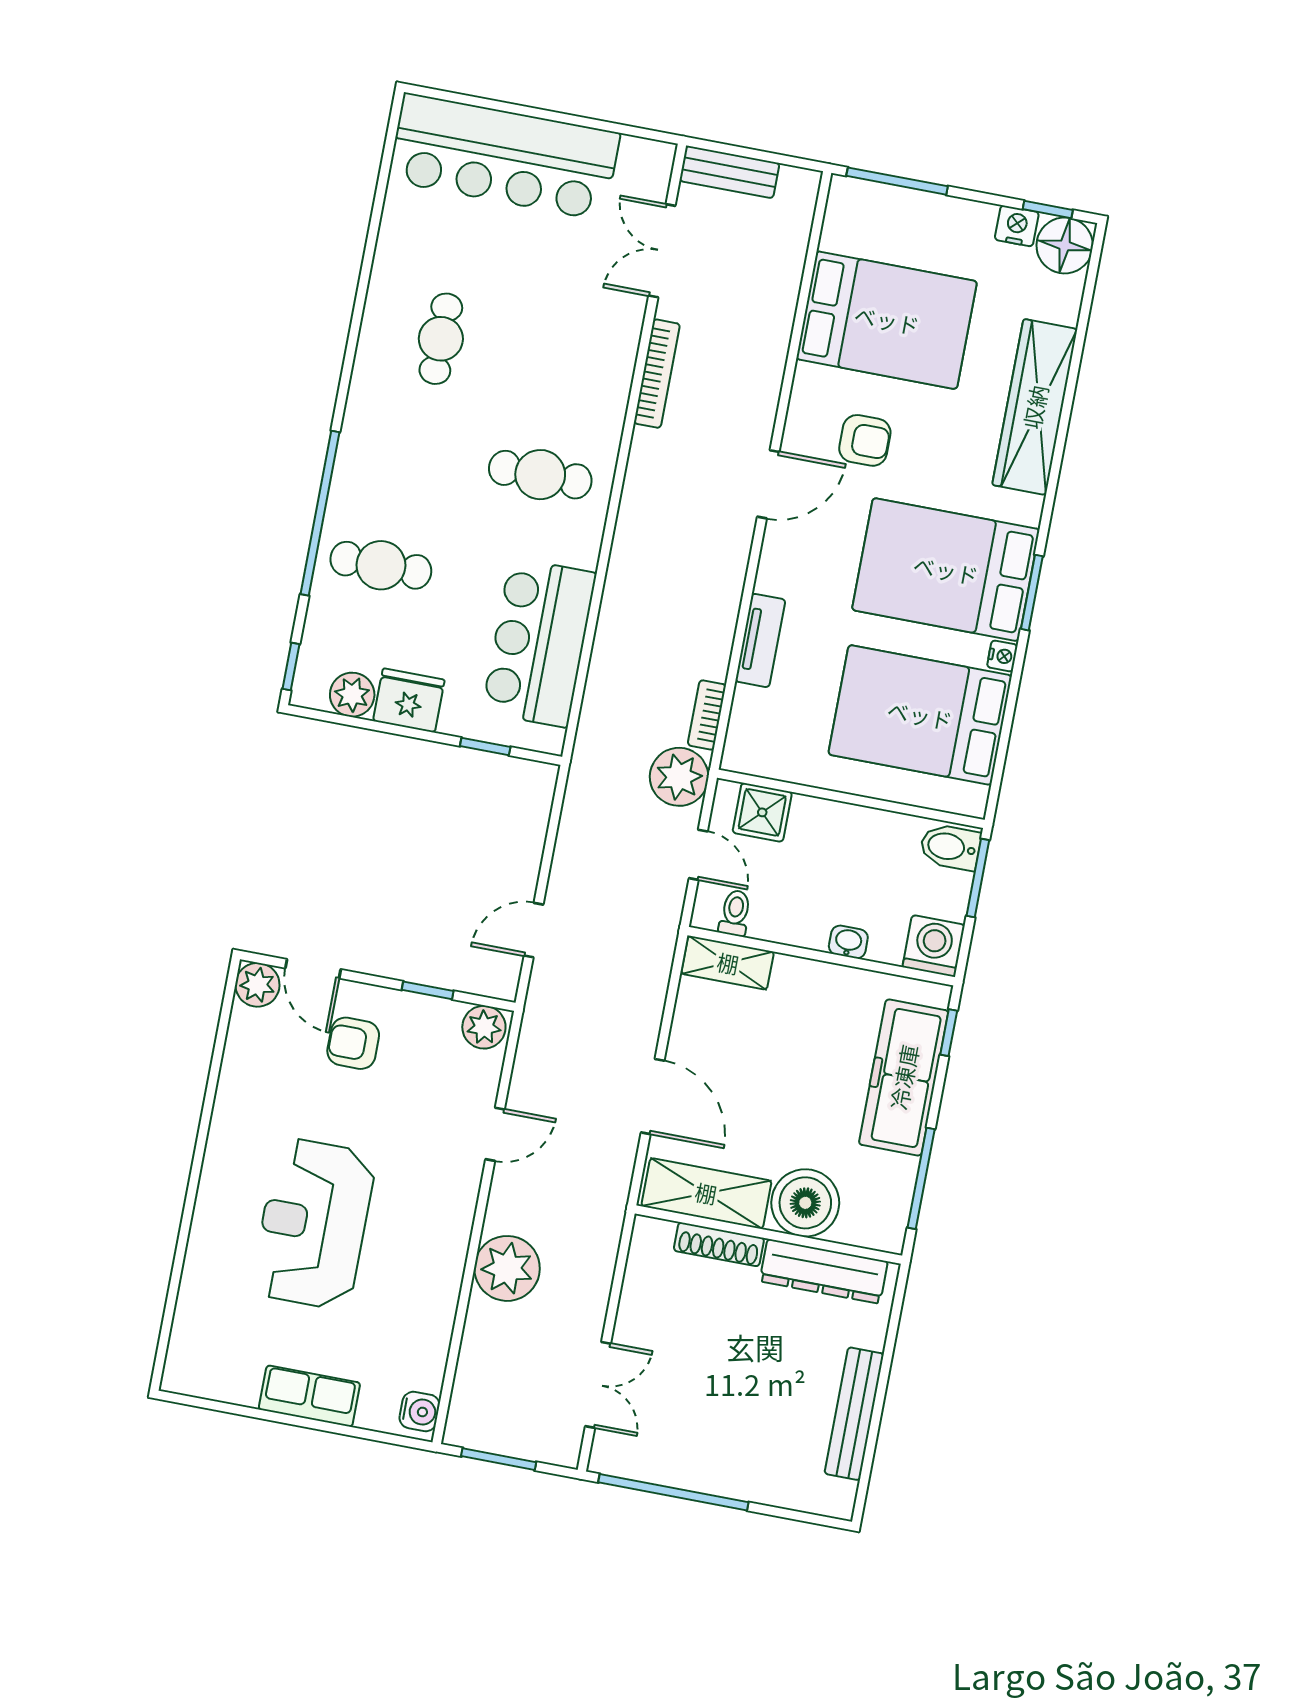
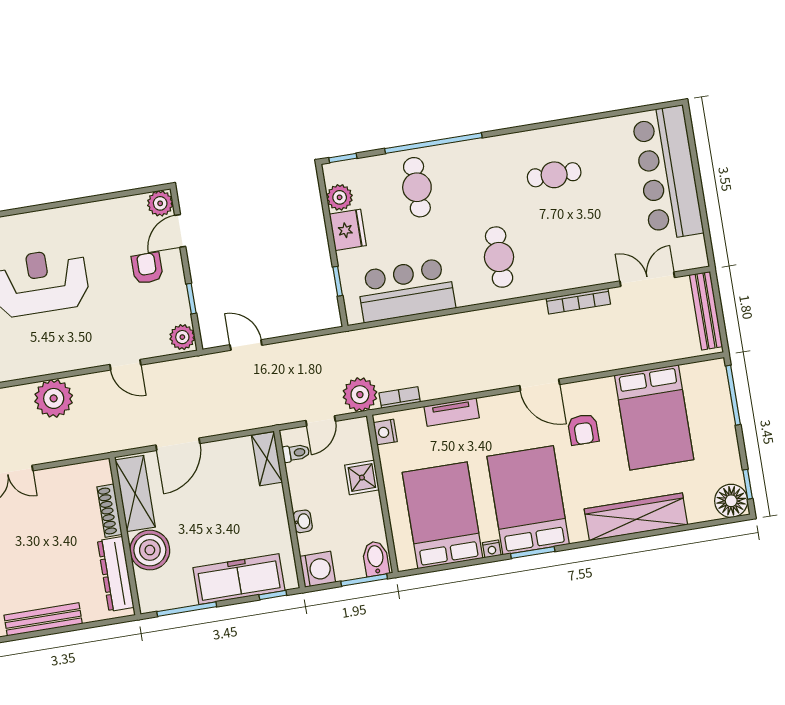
bench: (729, 172) -> (706, 311), width x1.36
nightstand: (1017, 226) -> (385, 432), moved, turned 180
shower: (762, 812) -> (362, 478), moved

